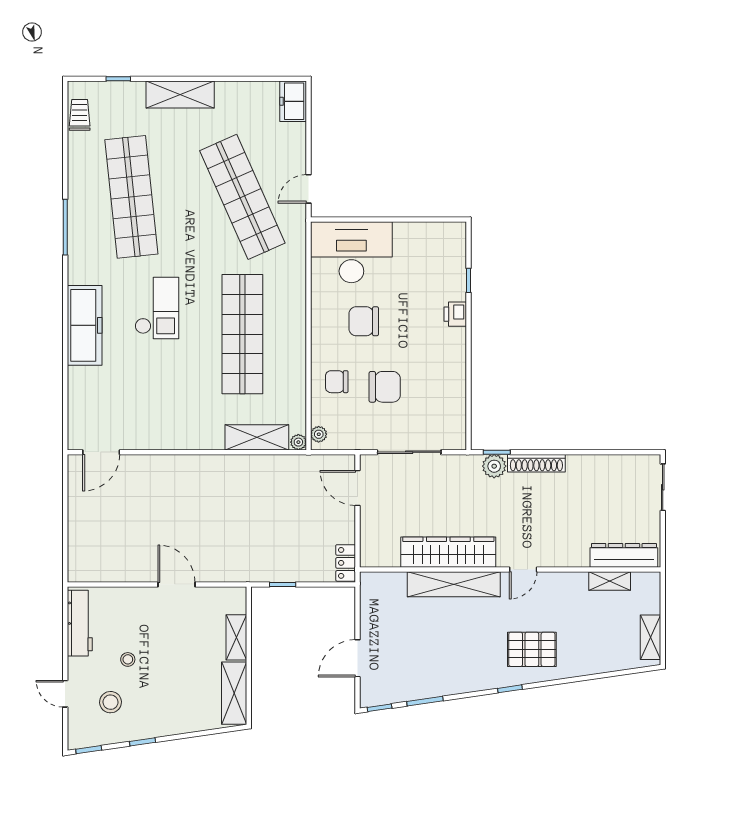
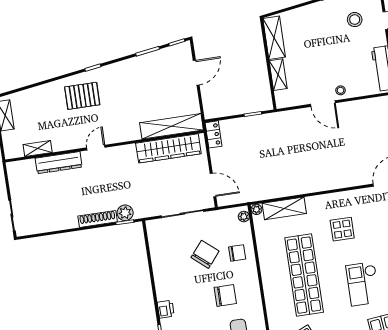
chair: (385, 387) -> (205, 254), turned 130
display table: (176, 394) -> (342, 229), added
wardrobe: (448, 552) -> (168, 148), moved
dresser: (624, 555) -> (59, 163), moved
shelving: (454, 584) -> (172, 126), moved
stool: (128, 659) -> (341, 90), moved

